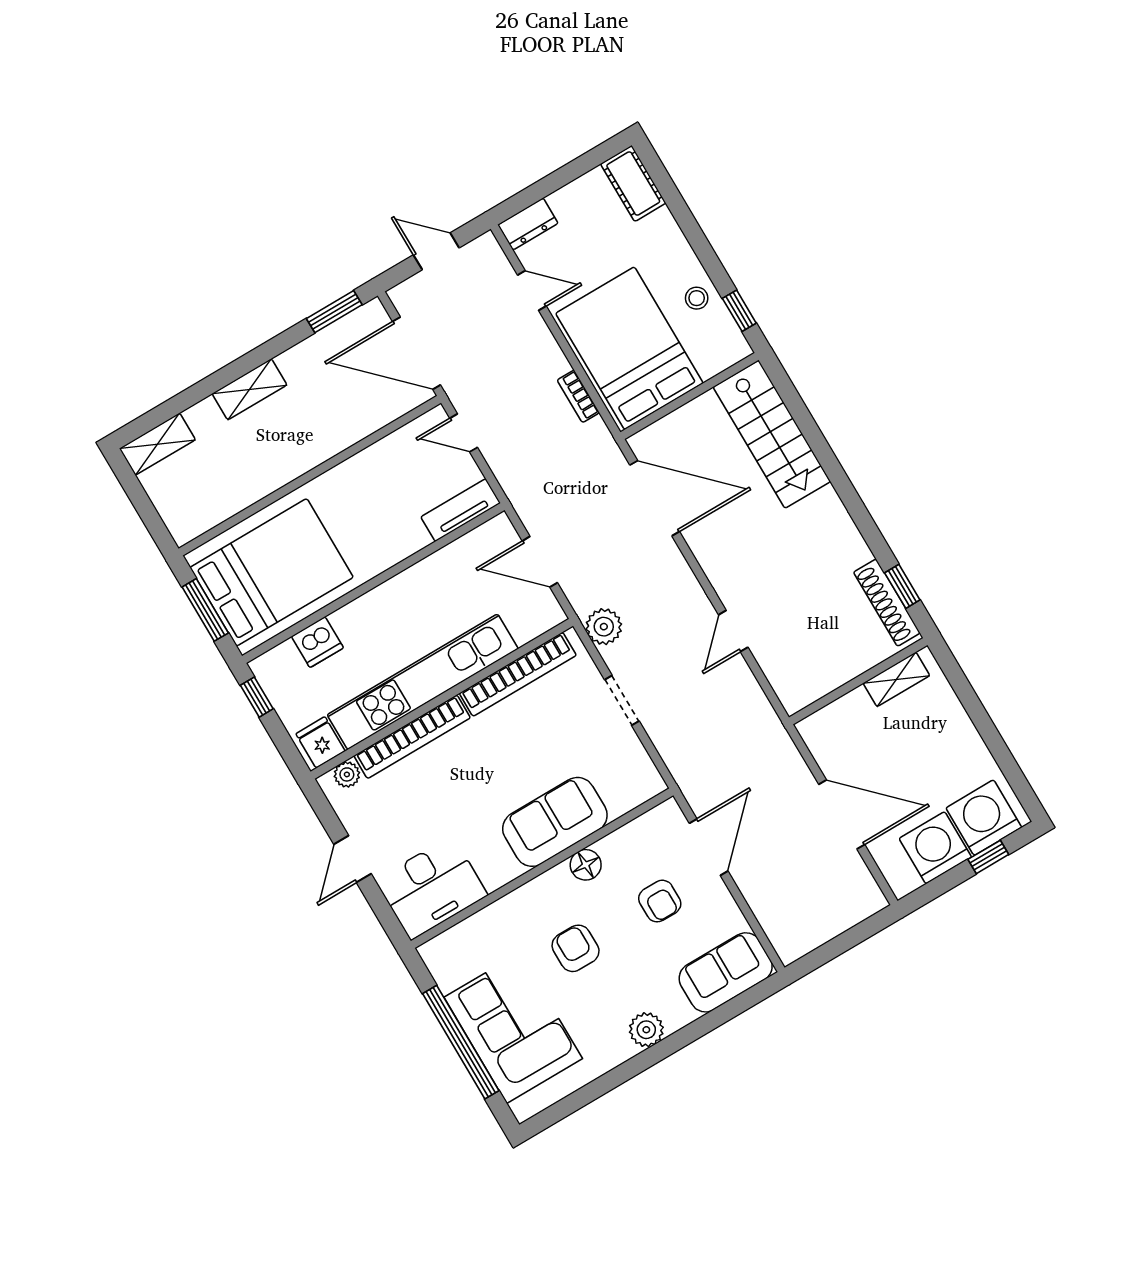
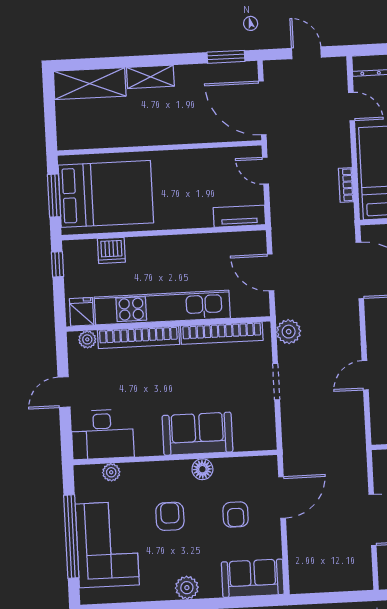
shelving: (157, 444) -> (90, 84), width x1.50, depth x1.33
plant: (469, 931) -> (111, 472), added

